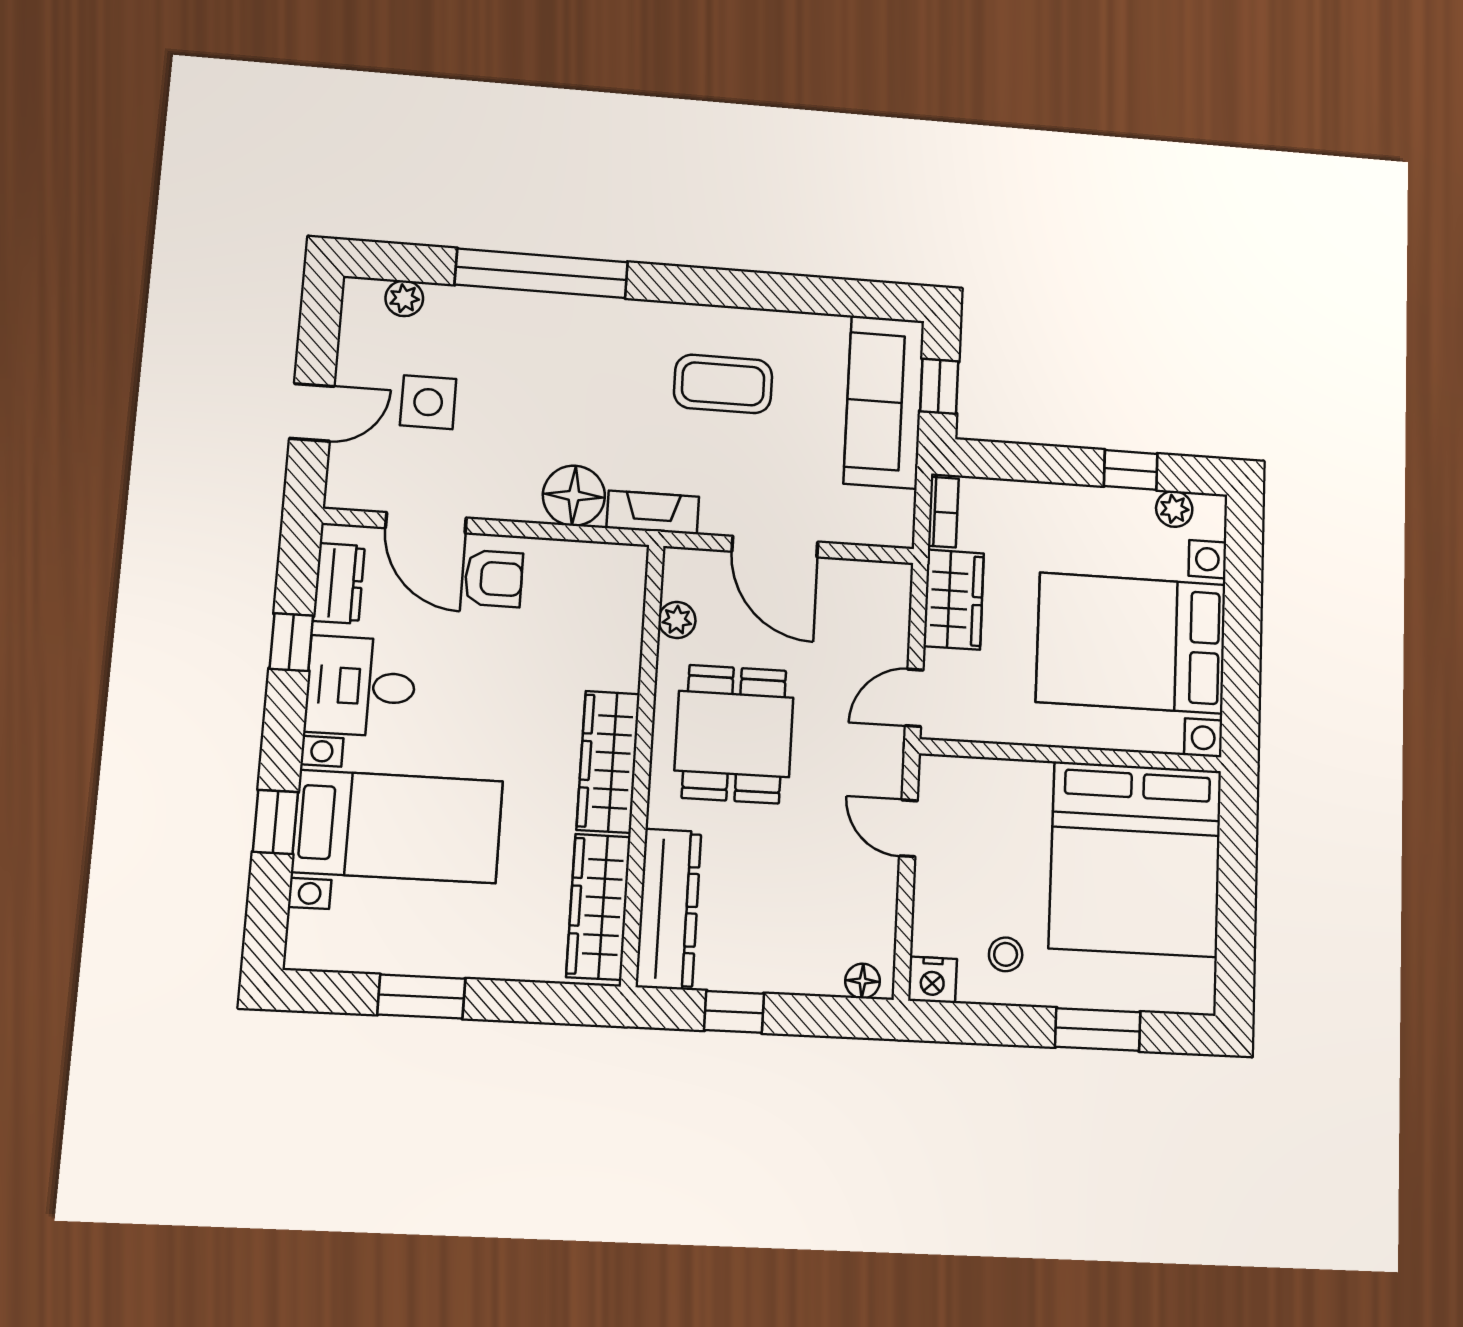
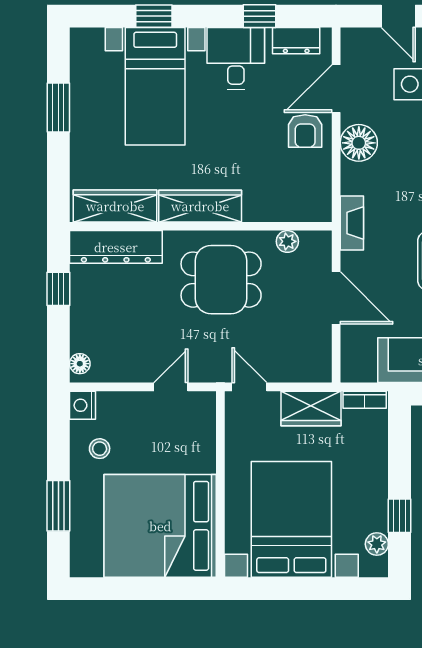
floor lamp: (574, 496) -> (359, 143), moved
door: (775, 547) -> (336, 298), swing flipped

